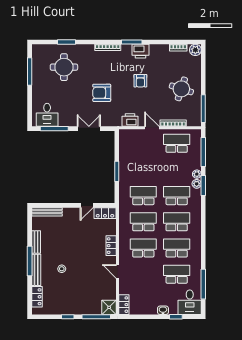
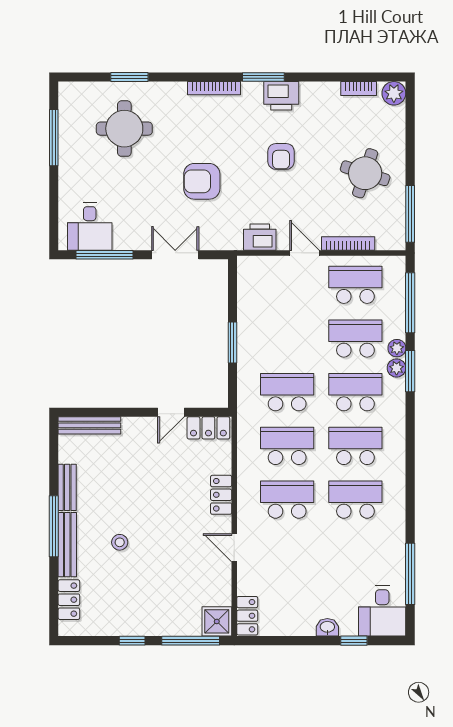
school desk: (177, 274) -> (355, 339), moved

